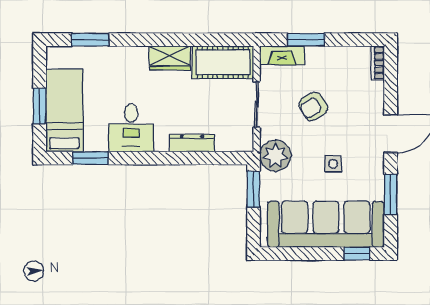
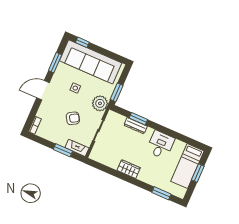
cot: (223, 62) -> (105, 157), removed
window: (91, 158) -> (138, 119), moved

